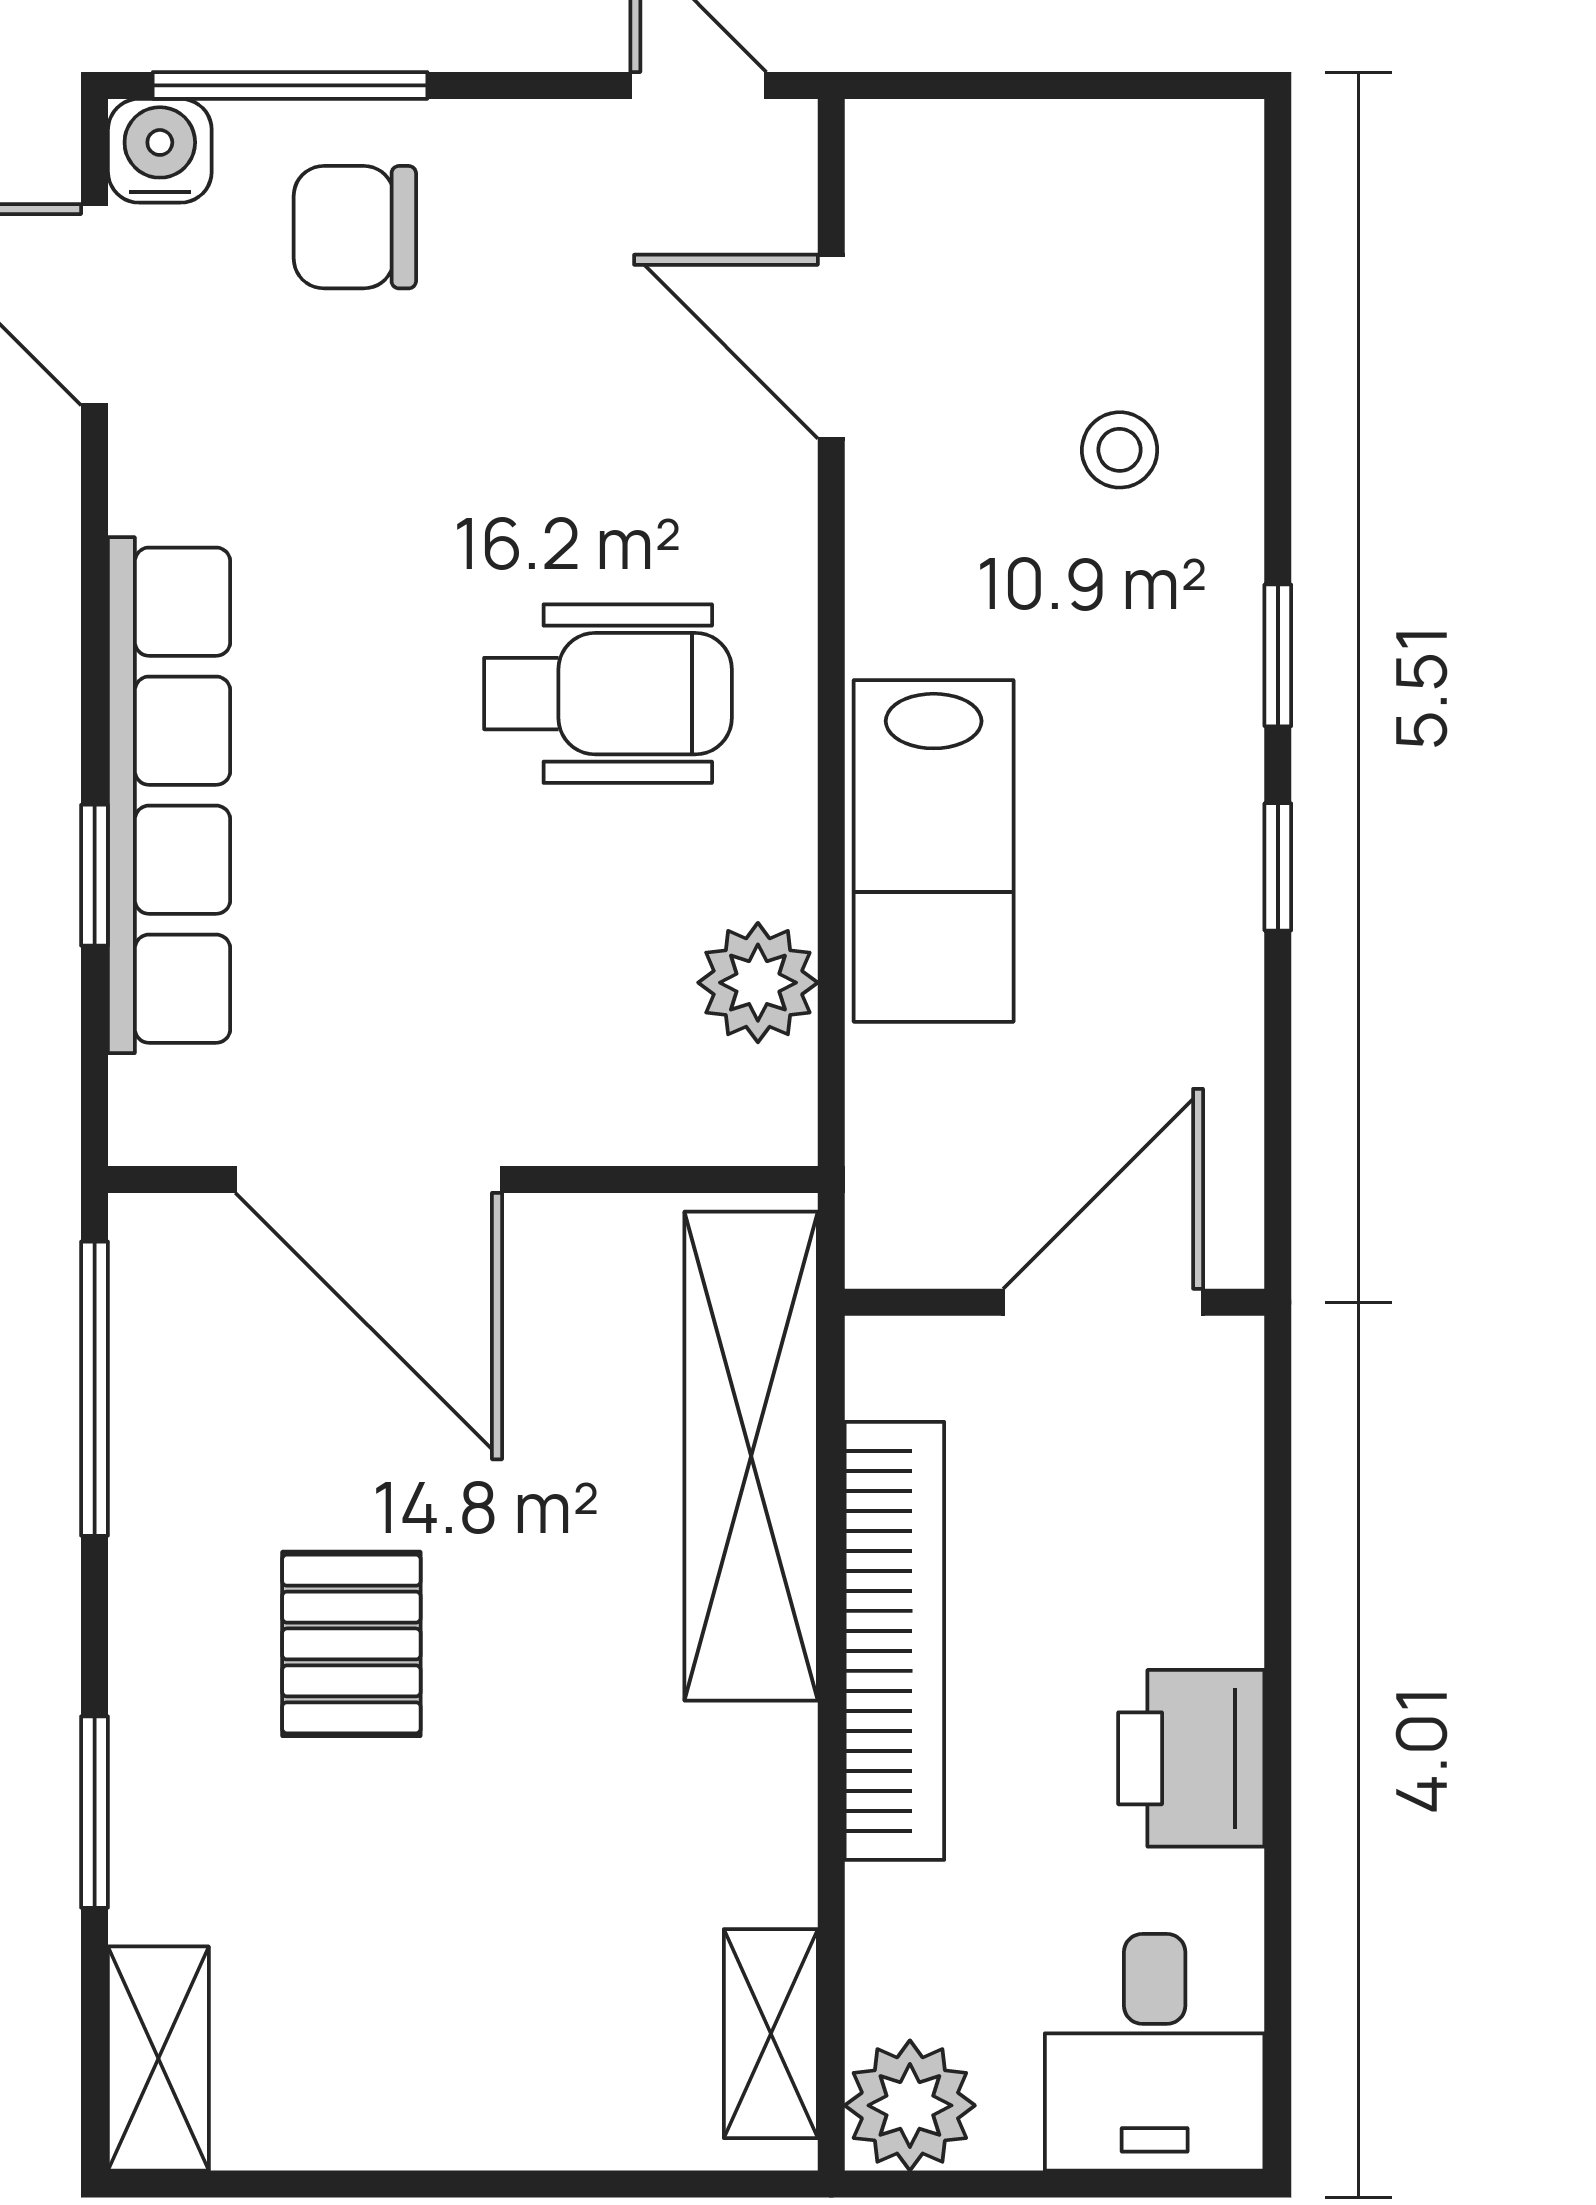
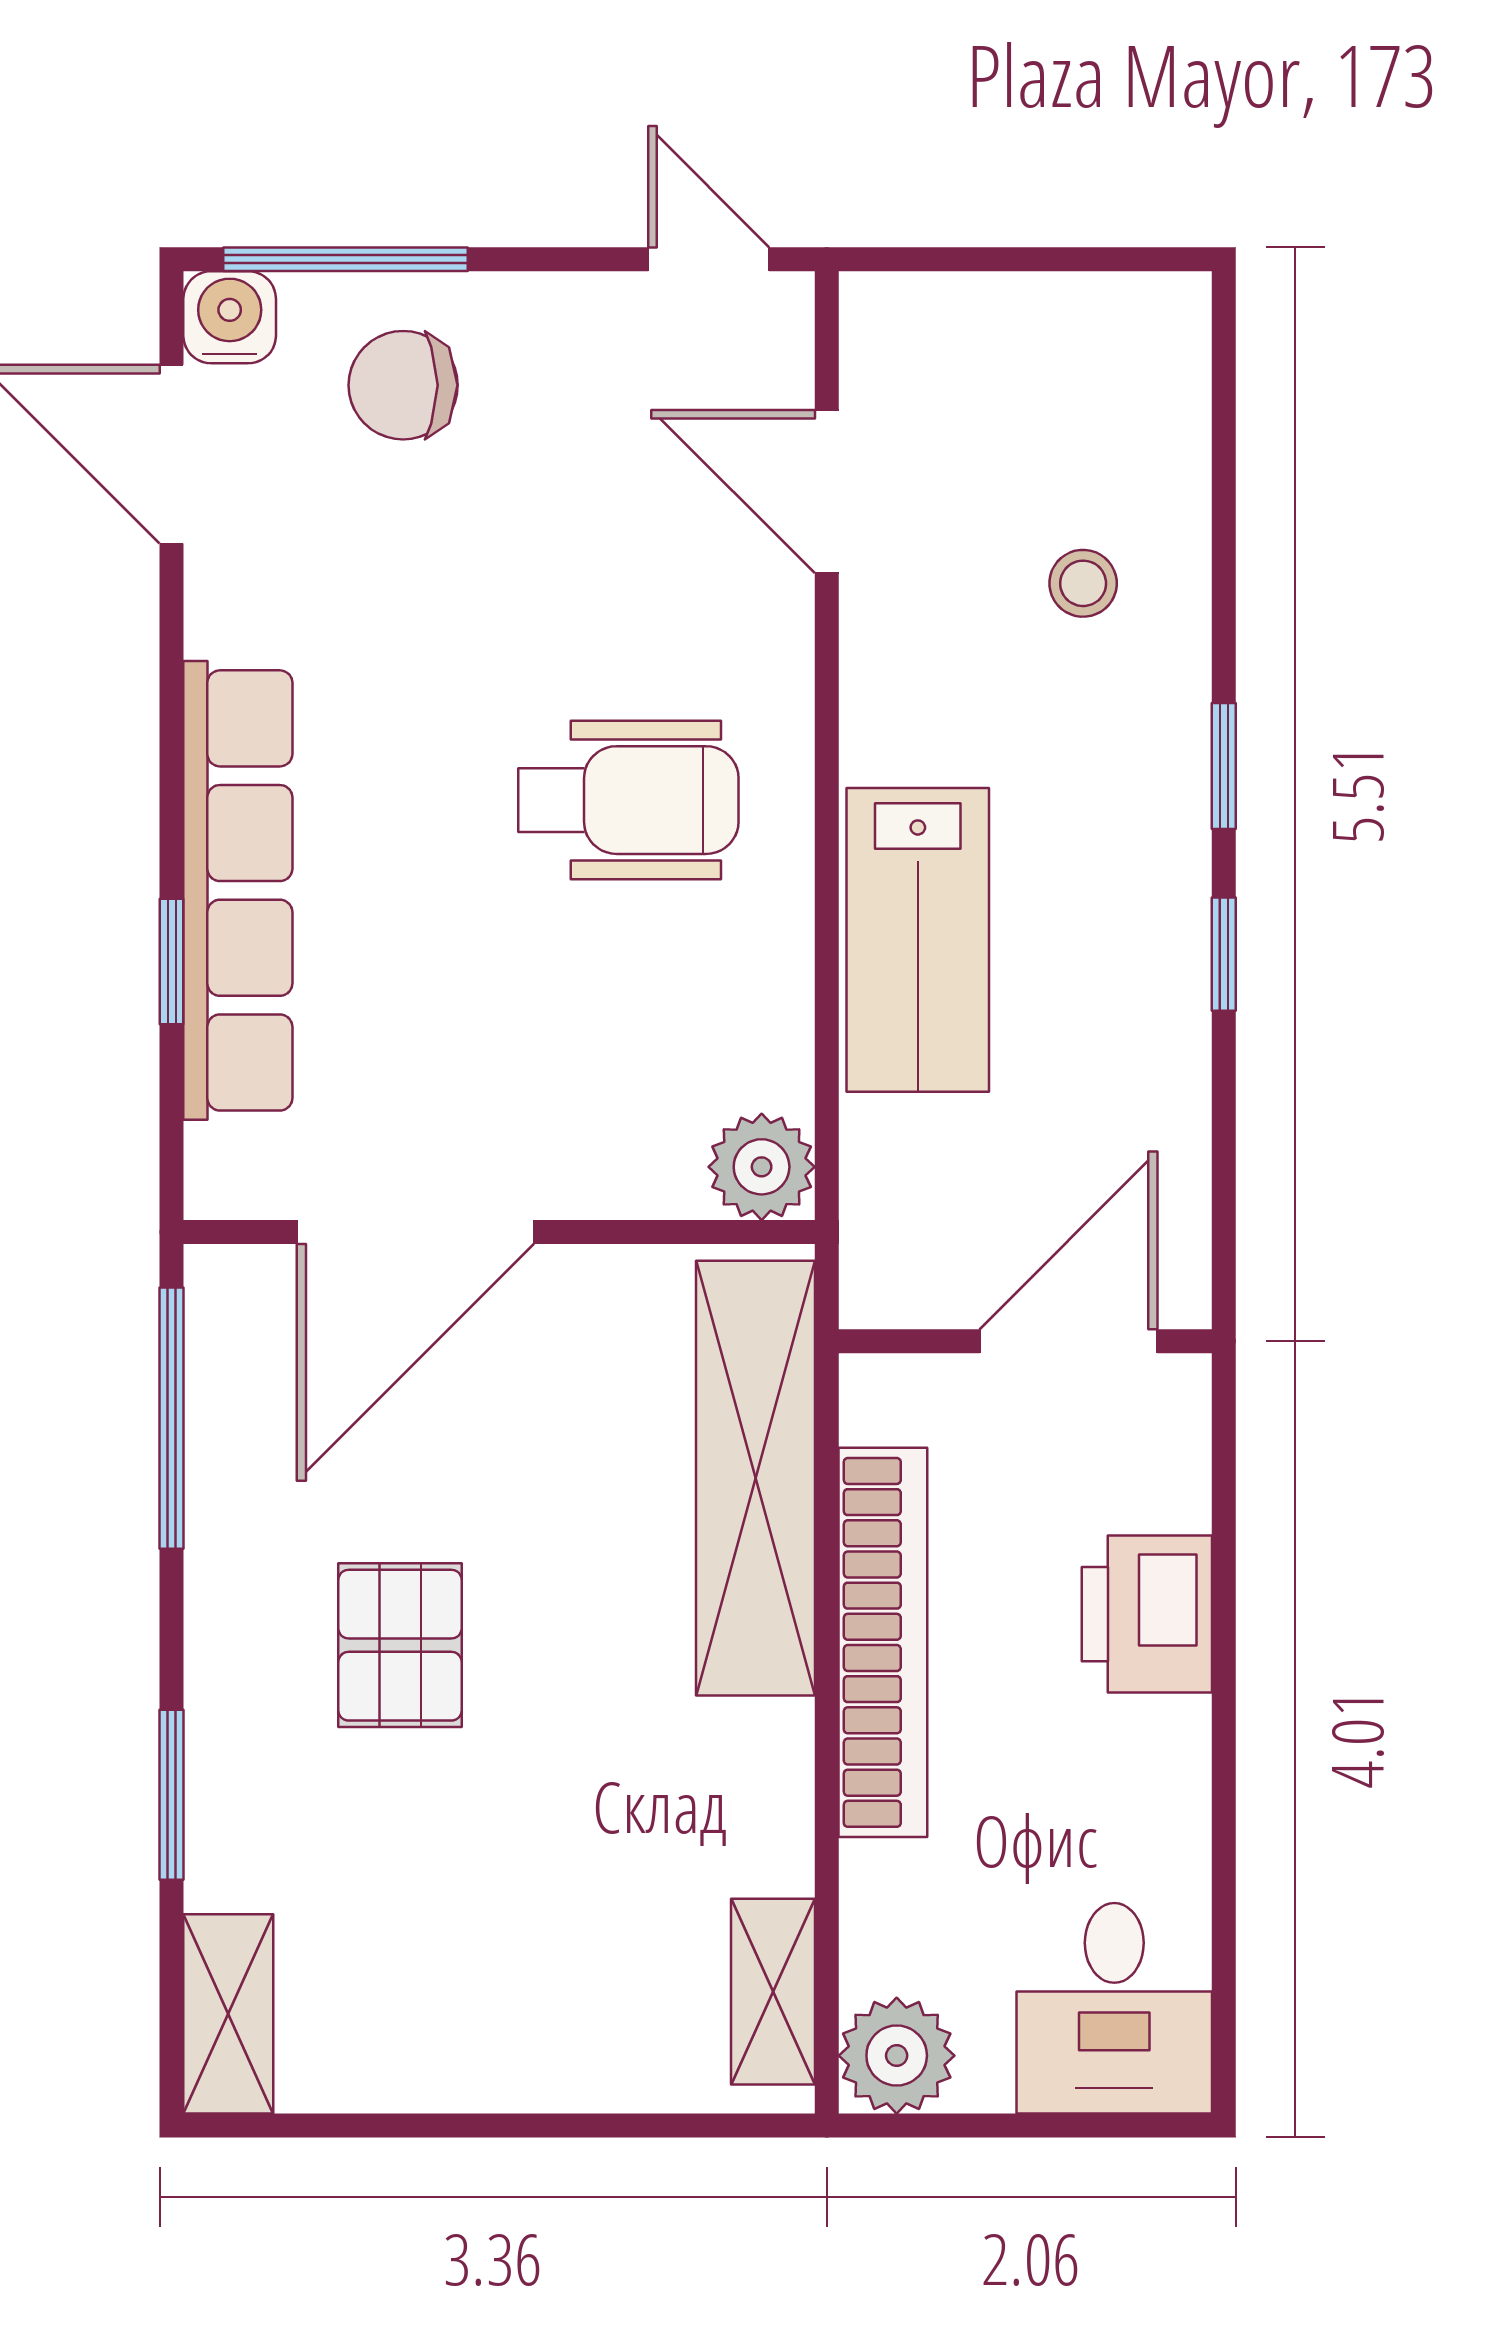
plant: (758, 983) -> (762, 1167), moved
door: (369, 1179) -> (415, 1232), hinge flipped
printer: (1191, 1758) -> (1147, 1614), moved

